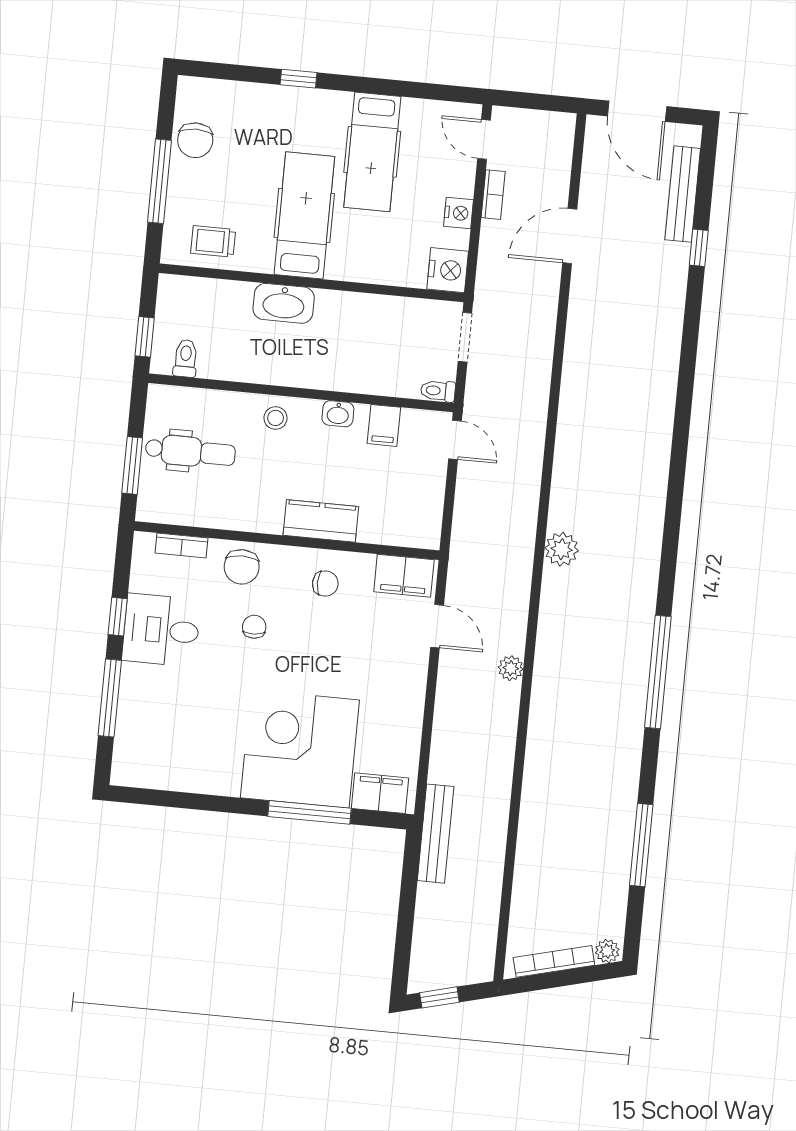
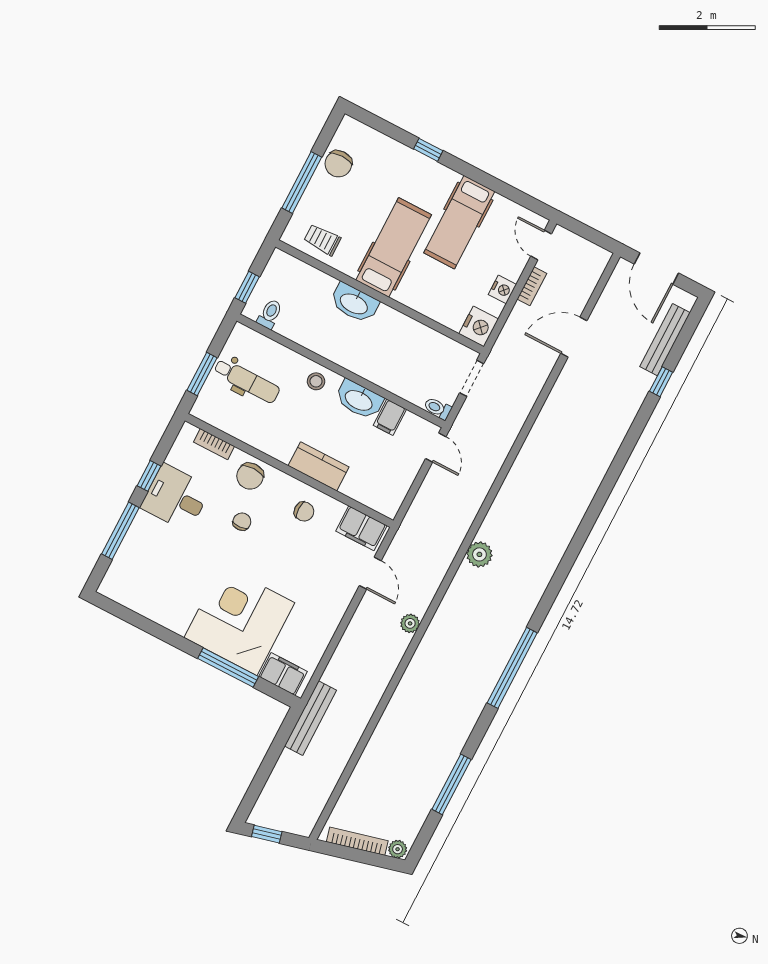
washbasin: (338, 414) -> (359, 400), width x1.91, depth x1.45

